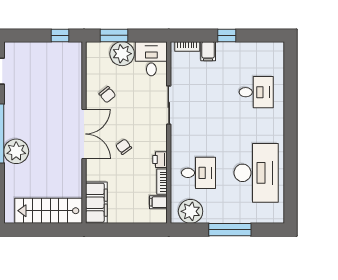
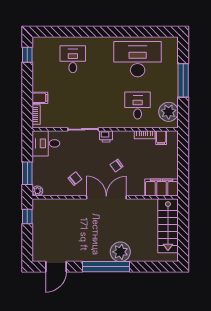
window: (227, 35) -> (27, 55), moved
plant: (122, 54) -> (37, 191), moved, width x0.53, depth x0.53
printer: (160, 160) -> (106, 136), moved

